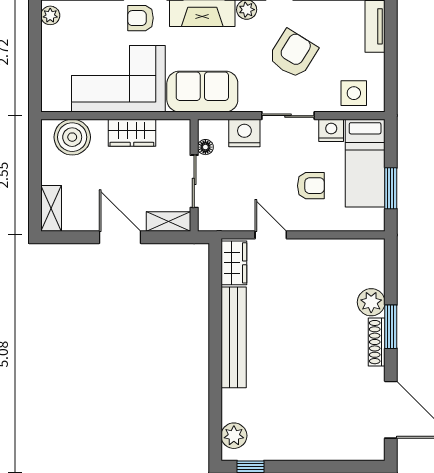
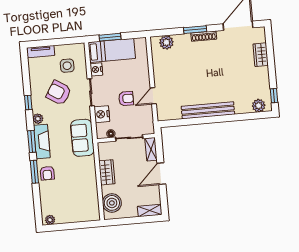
corner sofa: (118, 79) -> (80, 182), removed
side table: (354, 93) -> (67, 66), moved
armchair: (311, 186) -> (126, 99), moved, turned 90
window: (391, 188) -> (110, 37), moved
wardrobe: (234, 263) -> (261, 55), moved, turned -90
plant: (371, 302) -> (166, 42), moved

